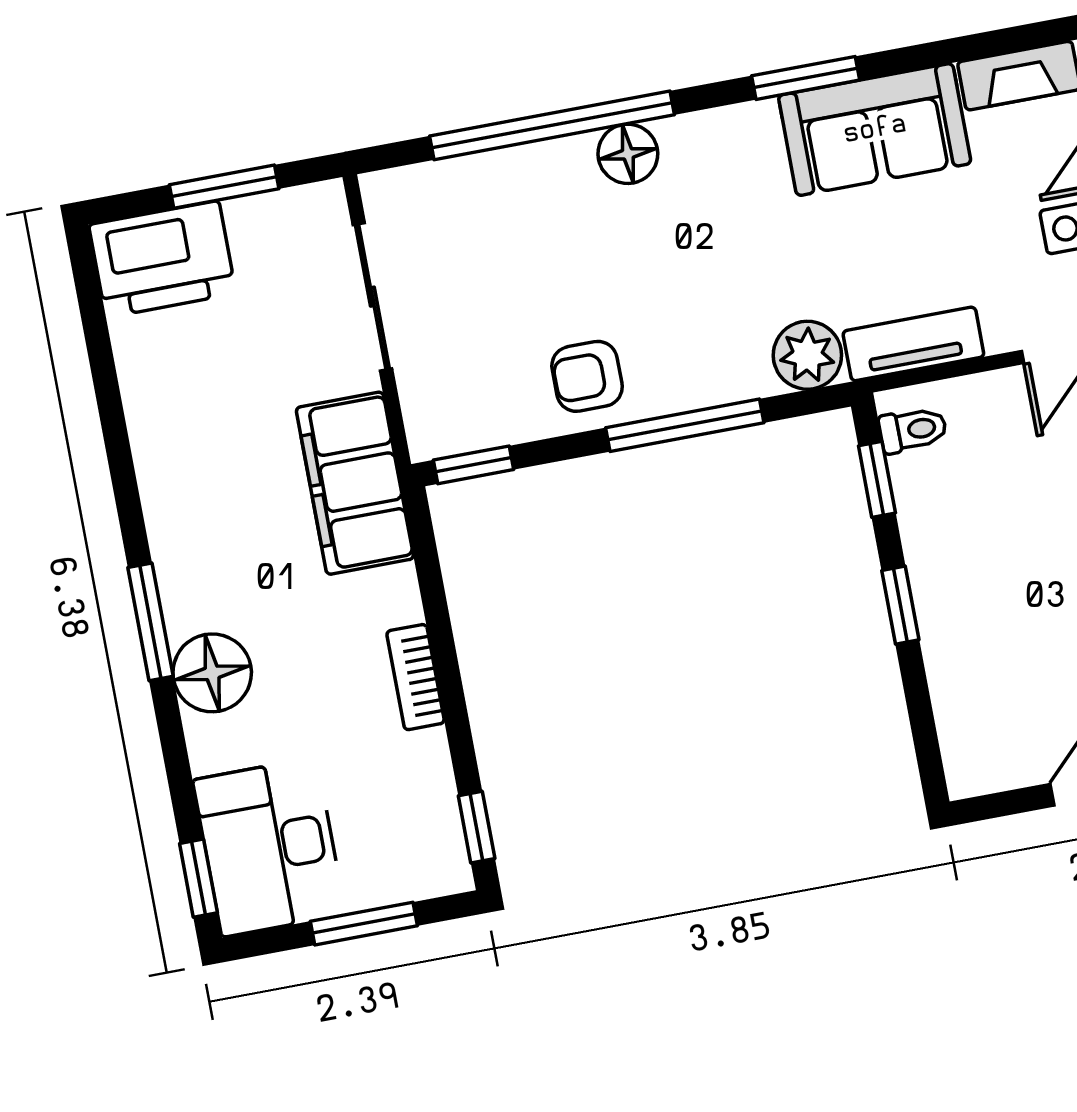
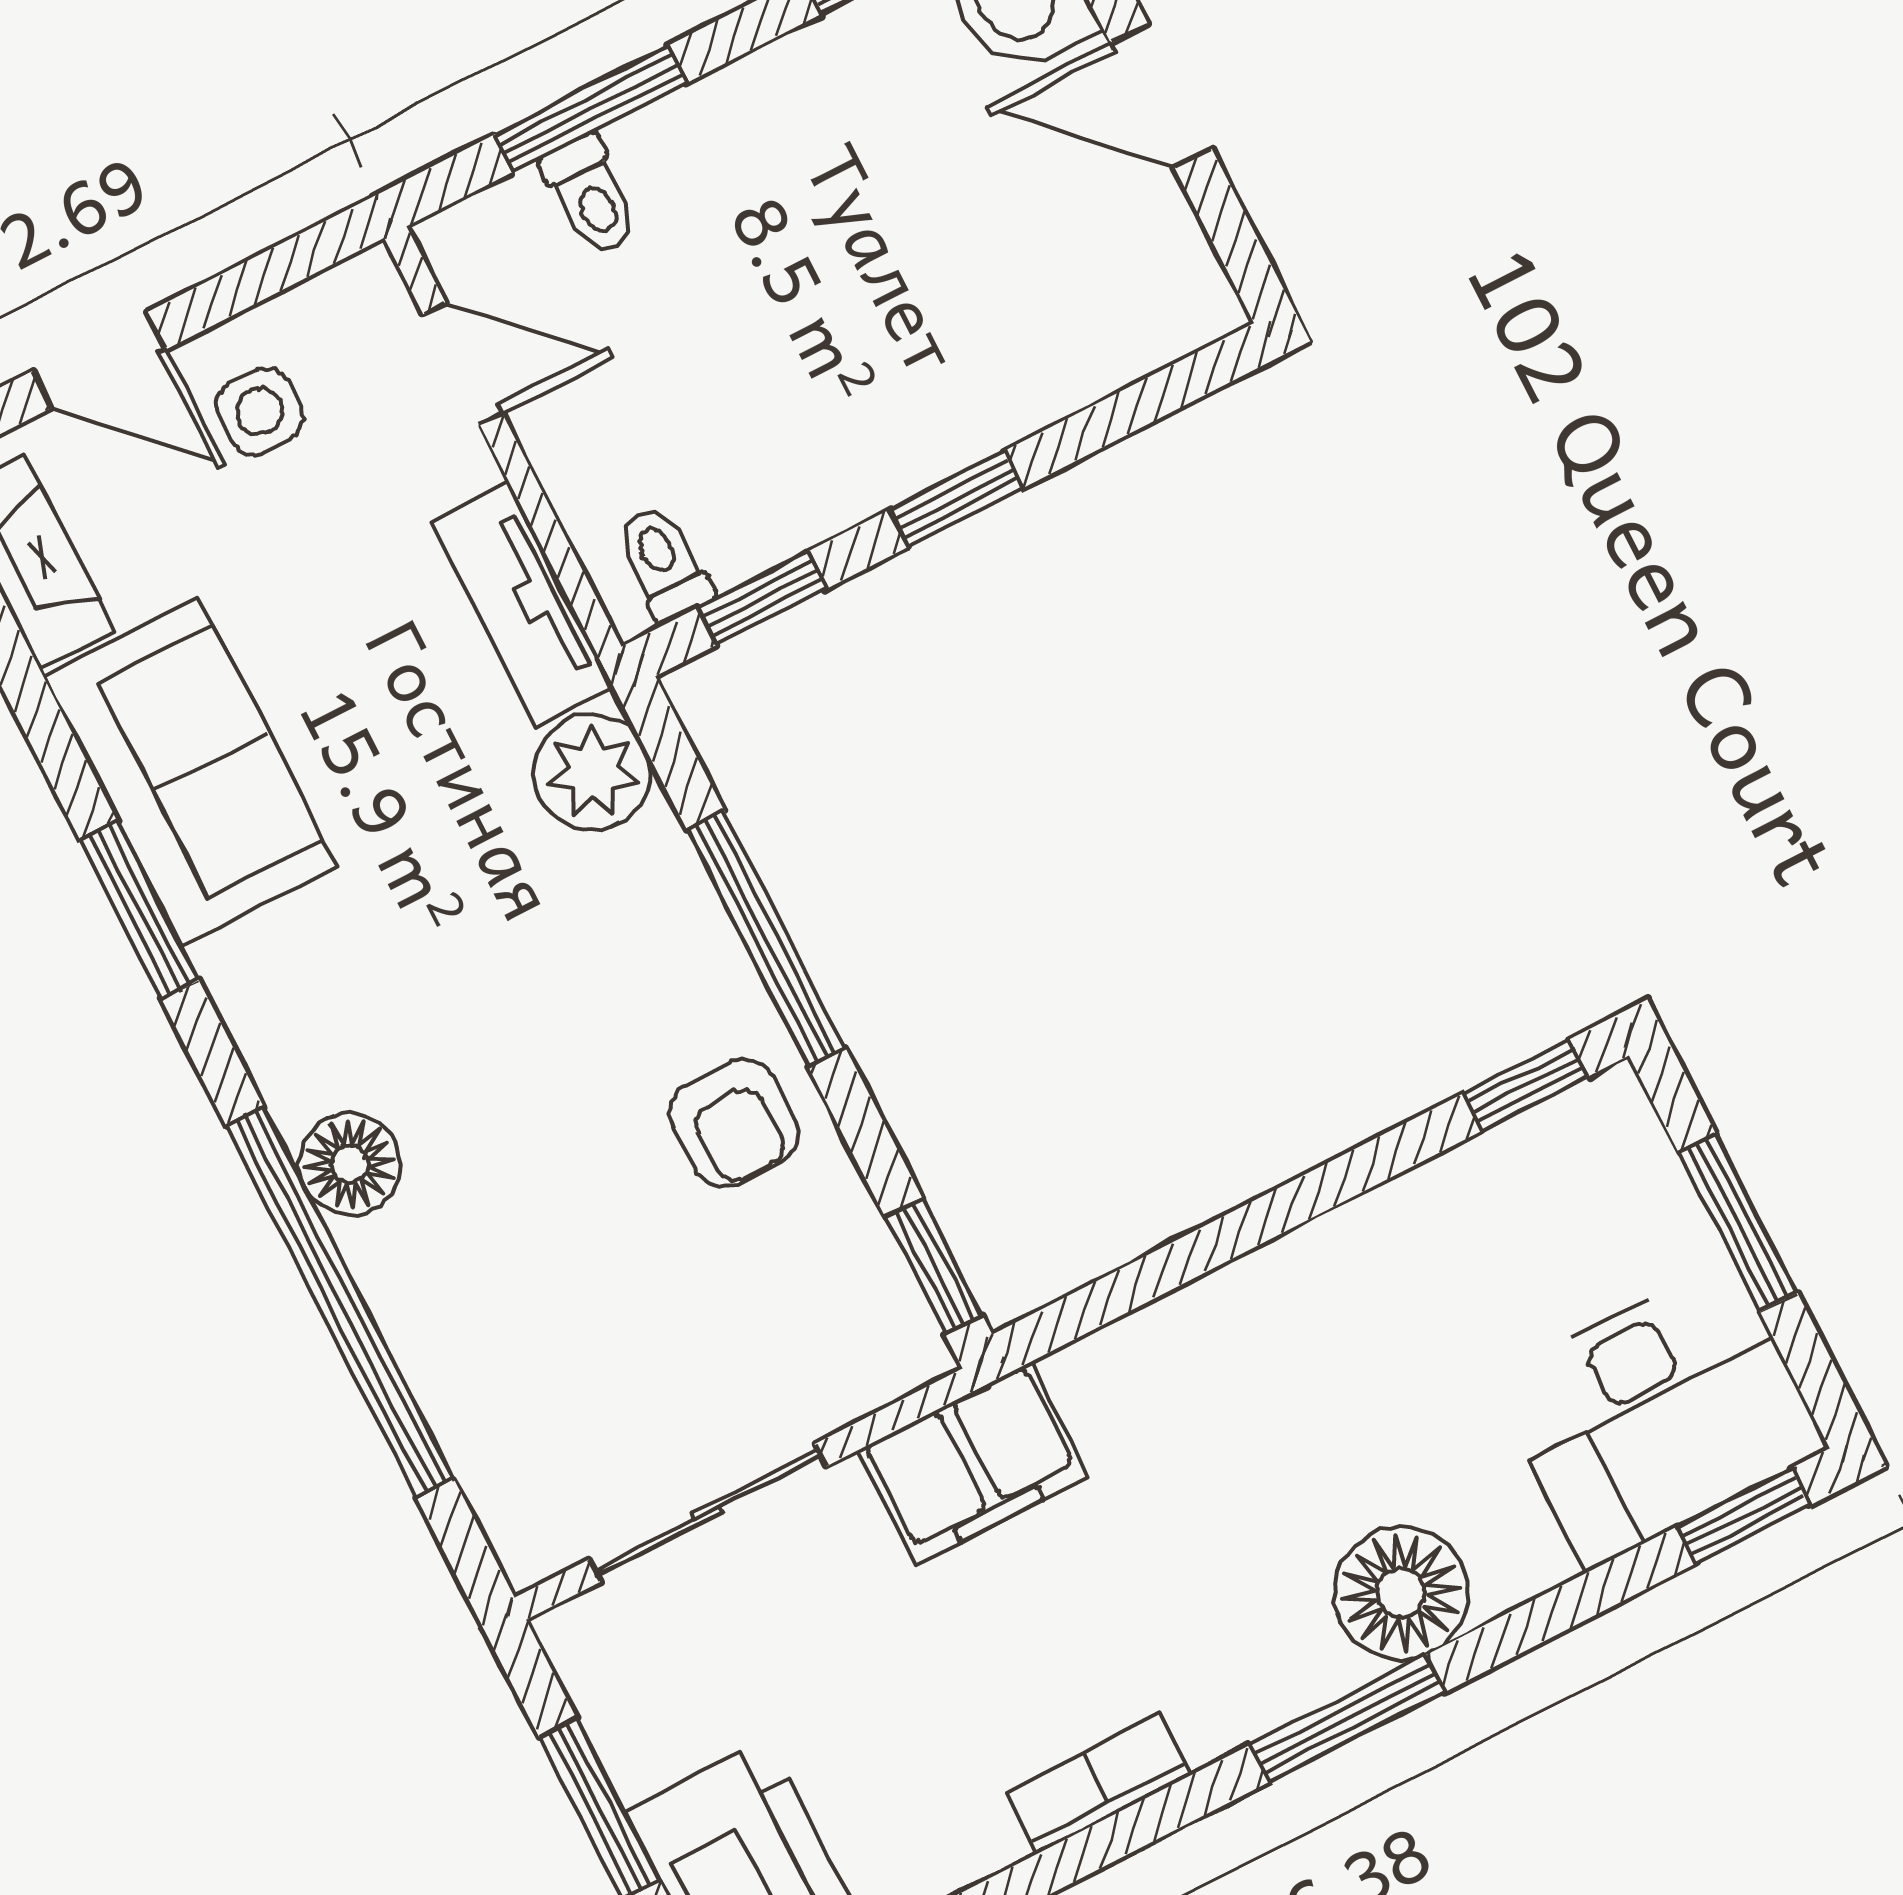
filing cabinet: (355, 483) -> (973, 1464), width x0.67, depth x0.86
bookcase: (416, 677) -> (1098, 1784), moved, turned 180

